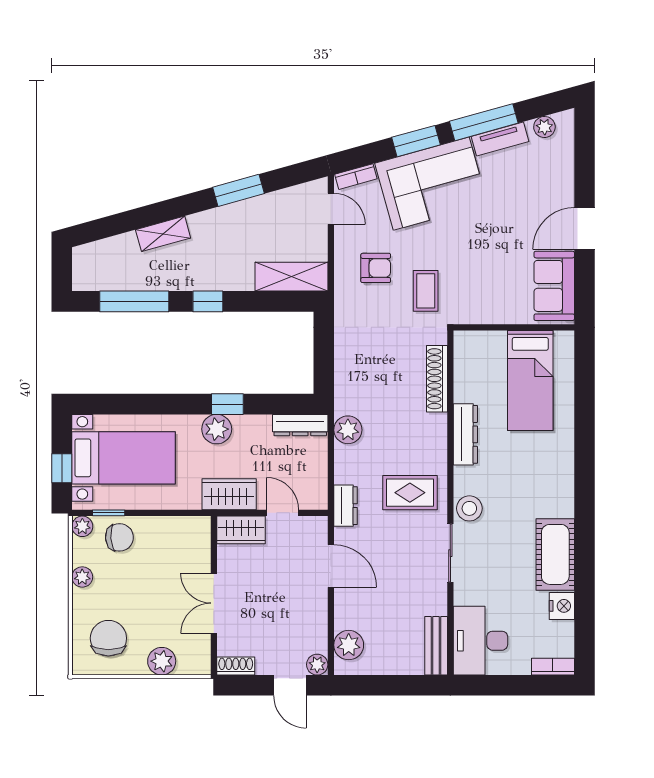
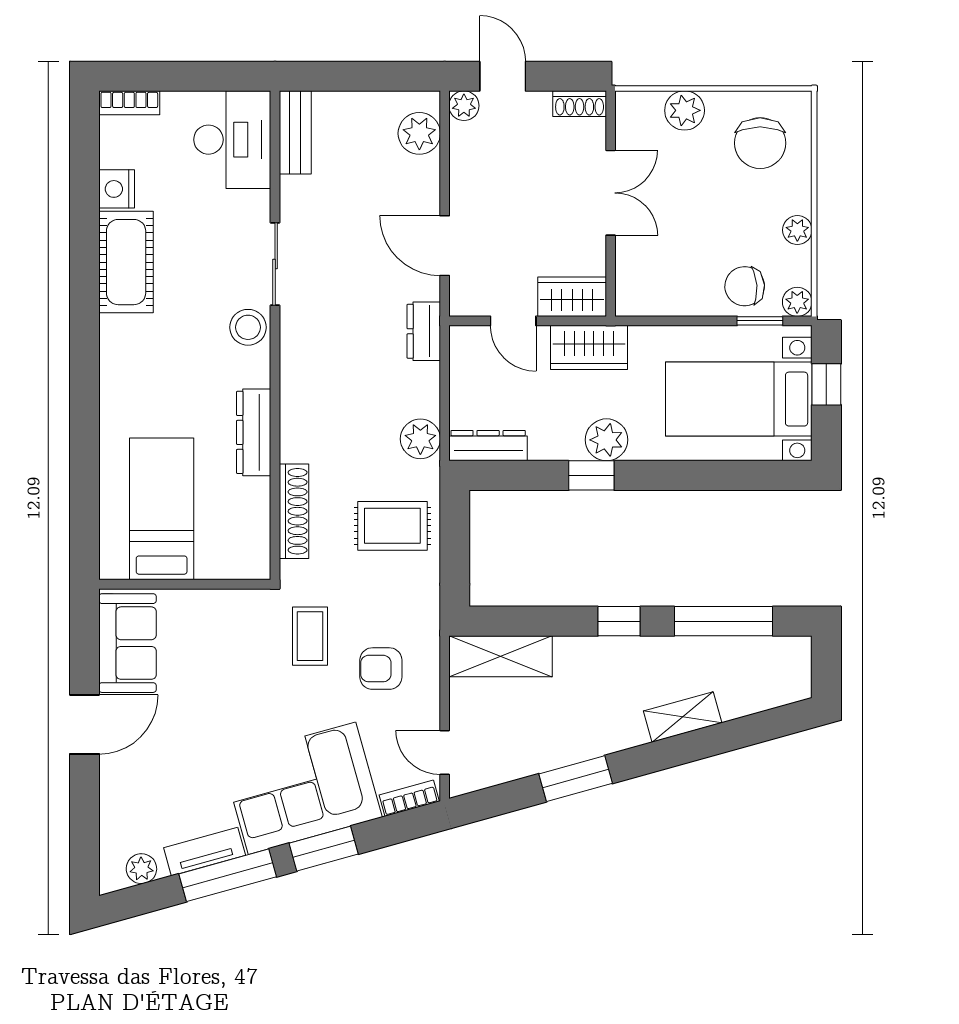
rug: (410, 493) -> (392, 526), moved

